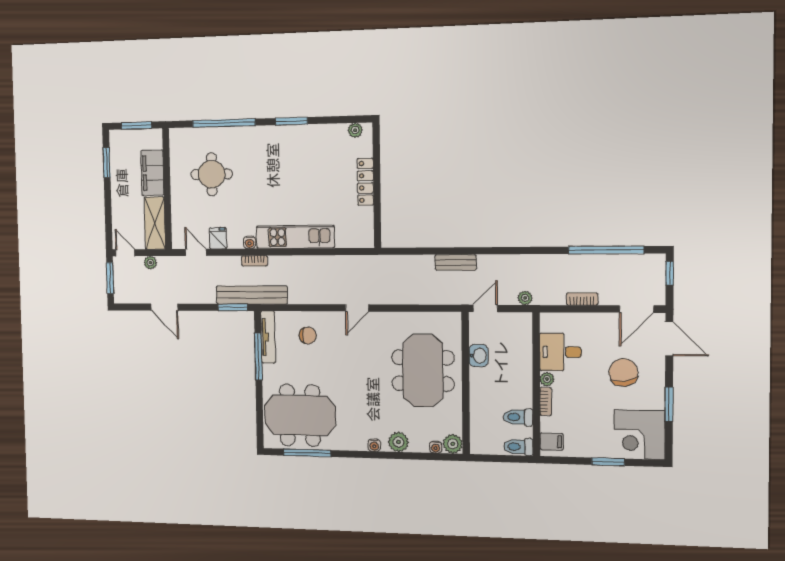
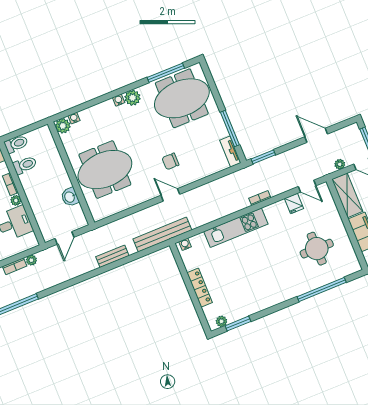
window: (291, 121) -> (238, 324), moved
water cooler: (250, 242) -> (185, 244), moved
bench: (252, 295) -> (162, 235), moved
plant: (525, 298) -> (31, 260), moved
door: (357, 308) -> (170, 195), hinge flipped
door: (485, 308) -> (65, 238), moved
chair: (308, 335) -> (170, 161), moved
tv unit: (268, 337) -> (230, 152), width x0.71
meeting table: (423, 371) -> (105, 170), turned 90
plant: (398, 442) -> (133, 98), moved

